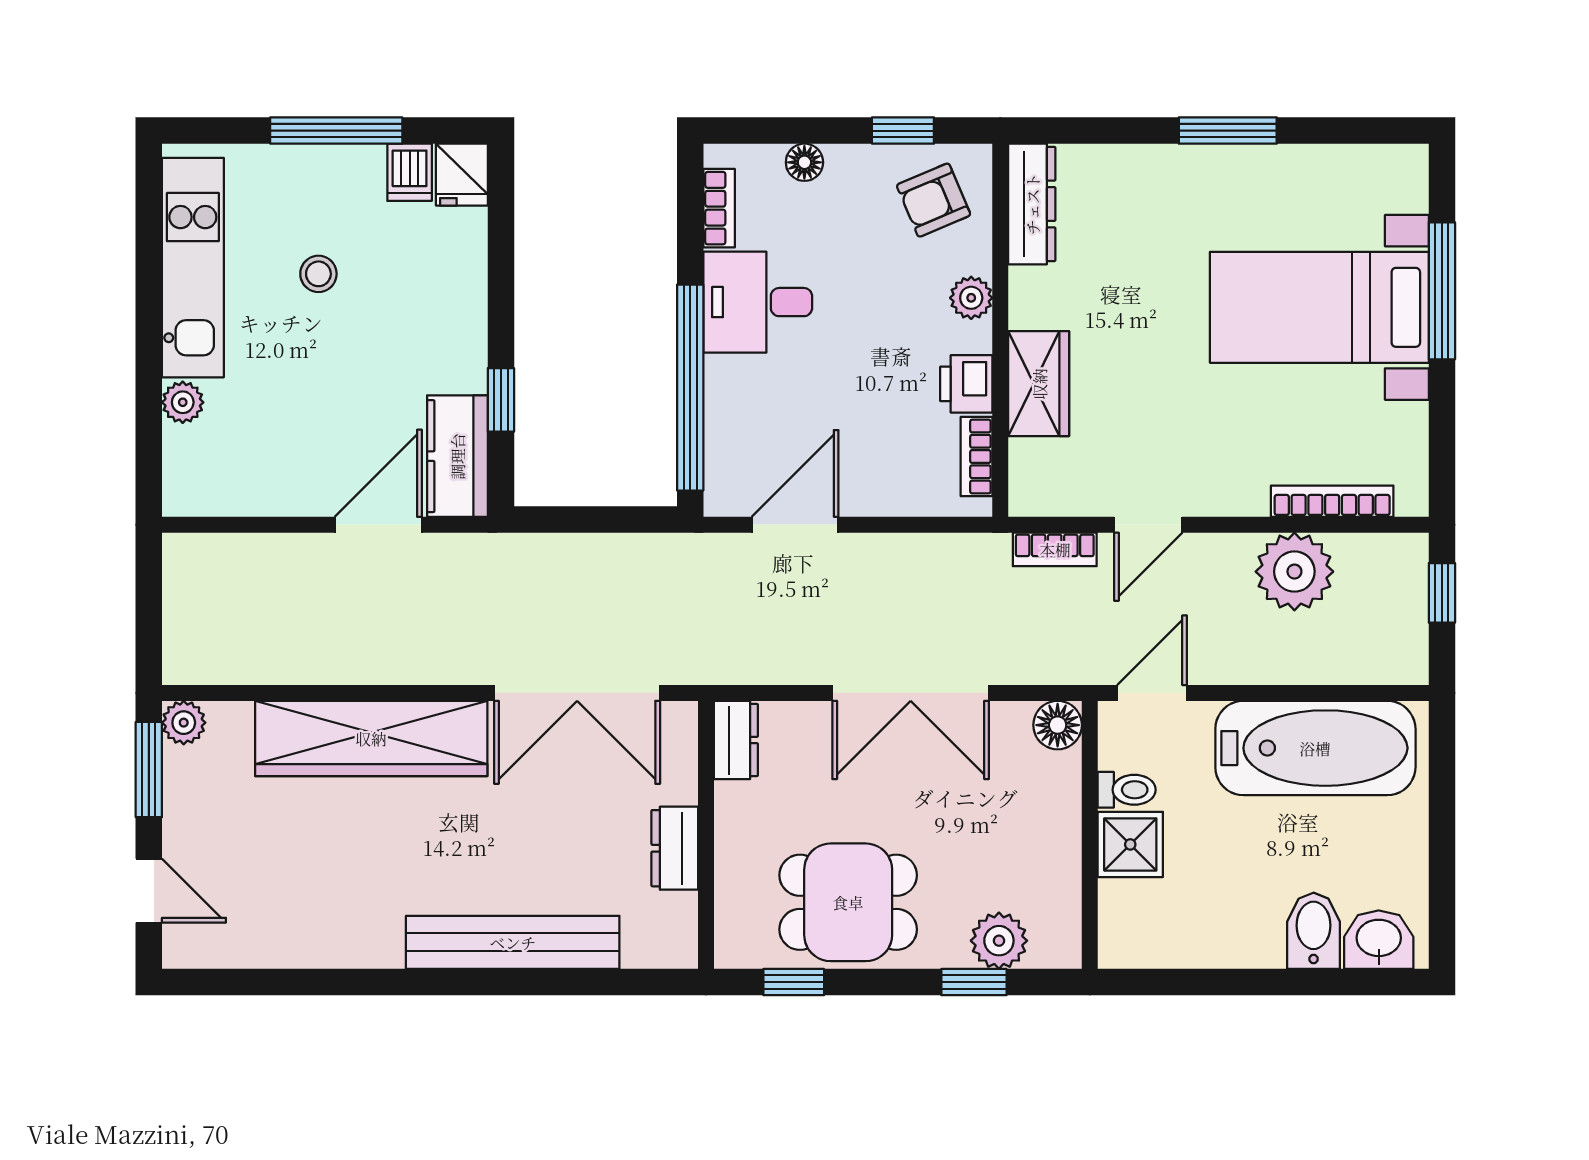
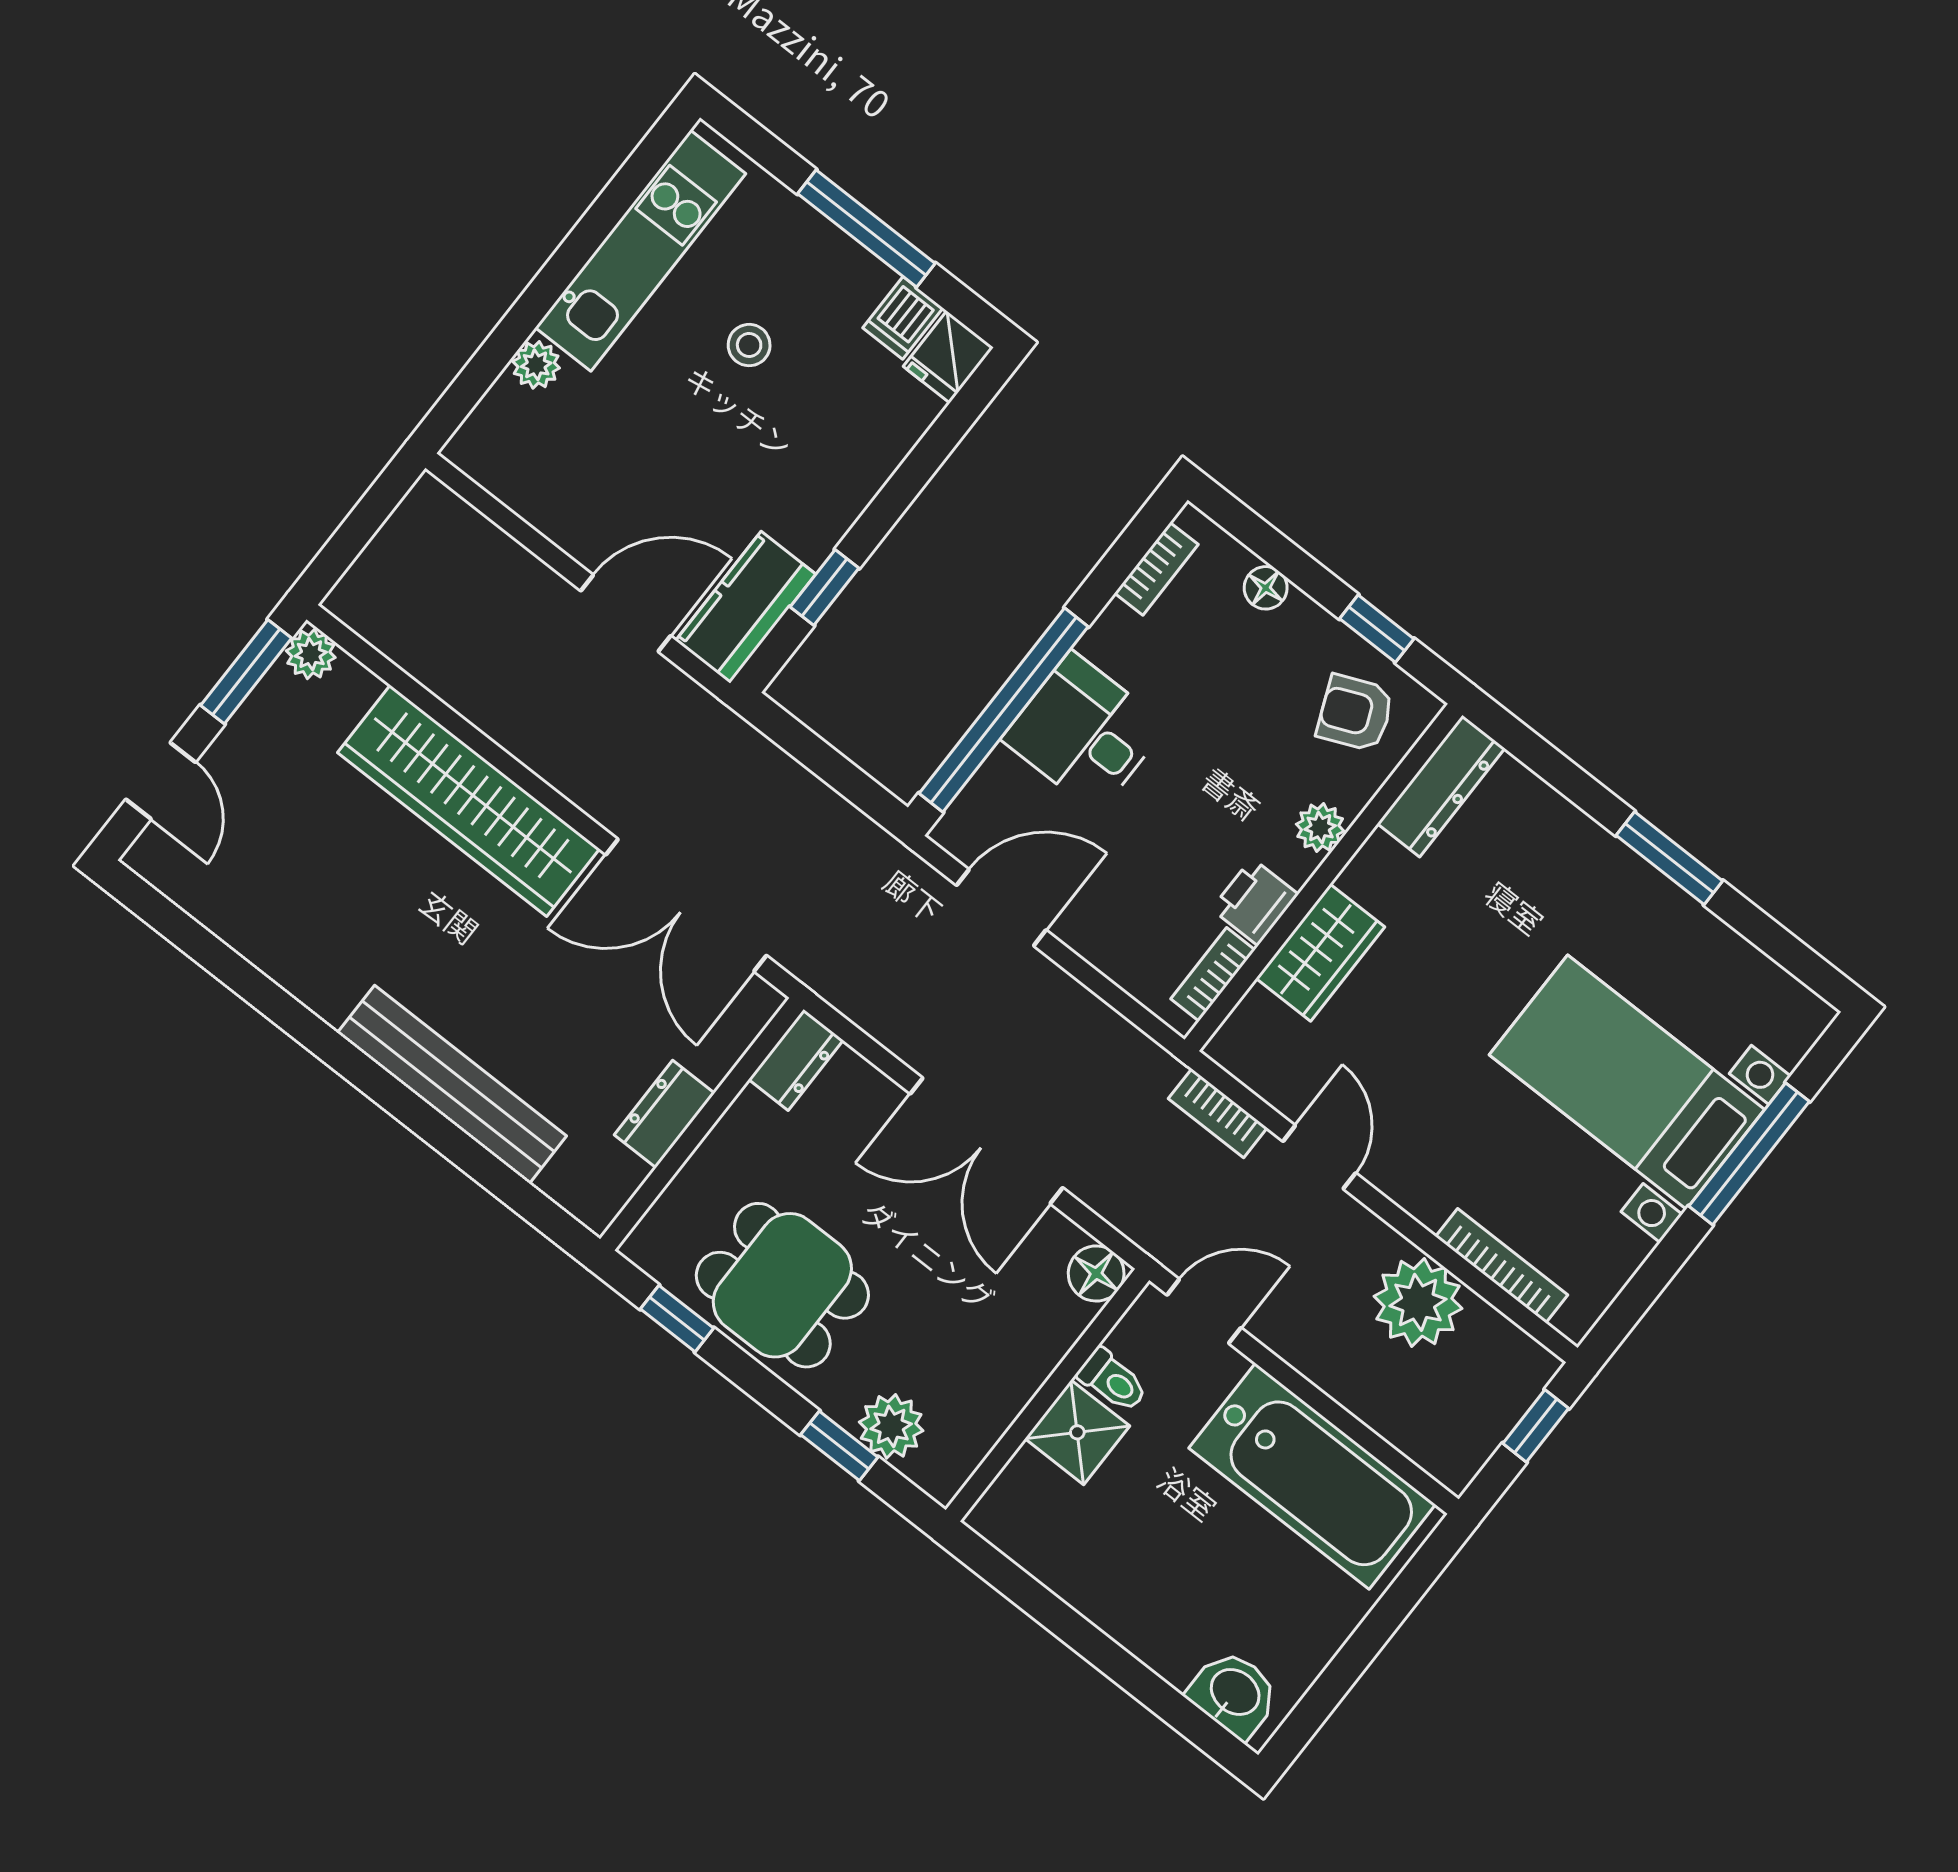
desk: (758, 302) -> (1084, 732), moved
door: (1148, 525) -> (1319, 1157), swing flipped
bidet: (1314, 931) -> (1181, 1639), removed

